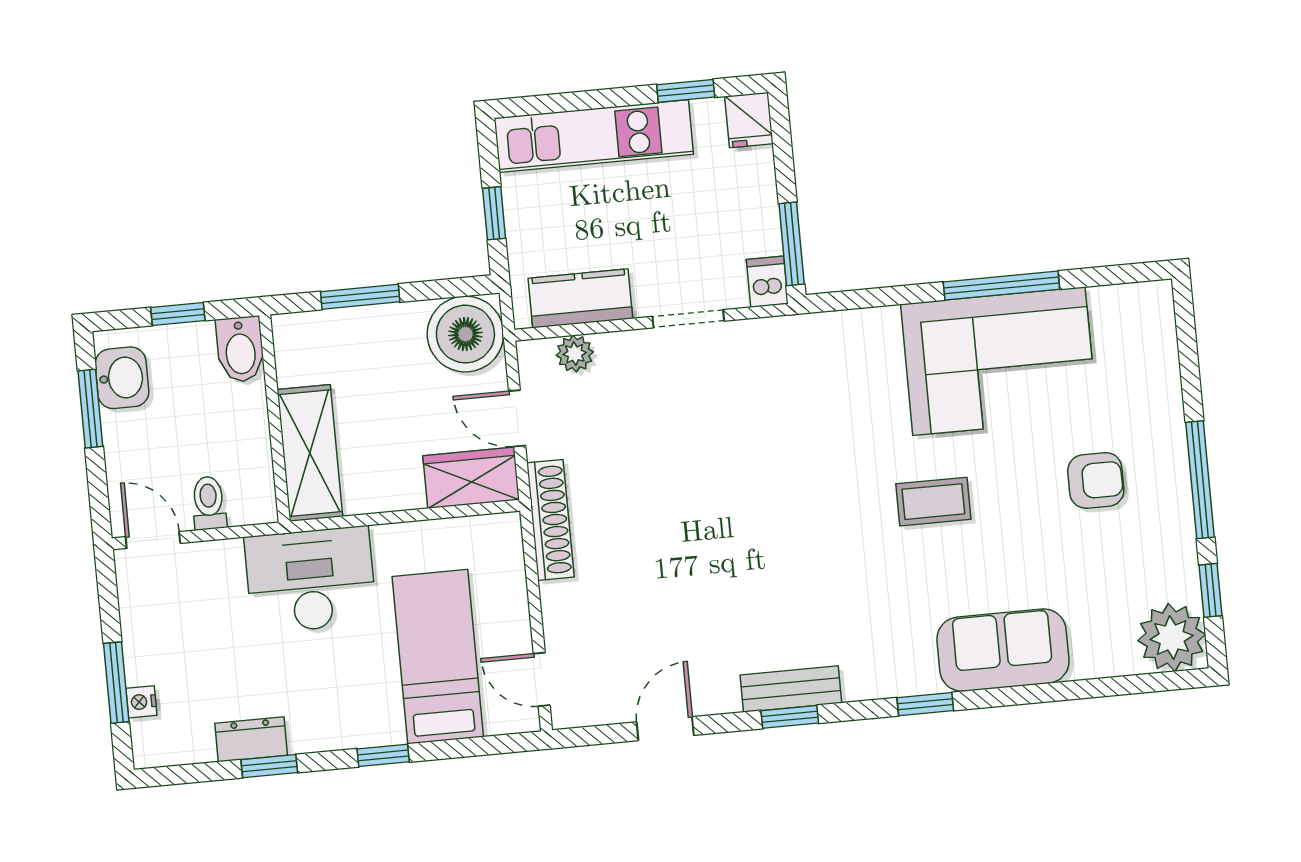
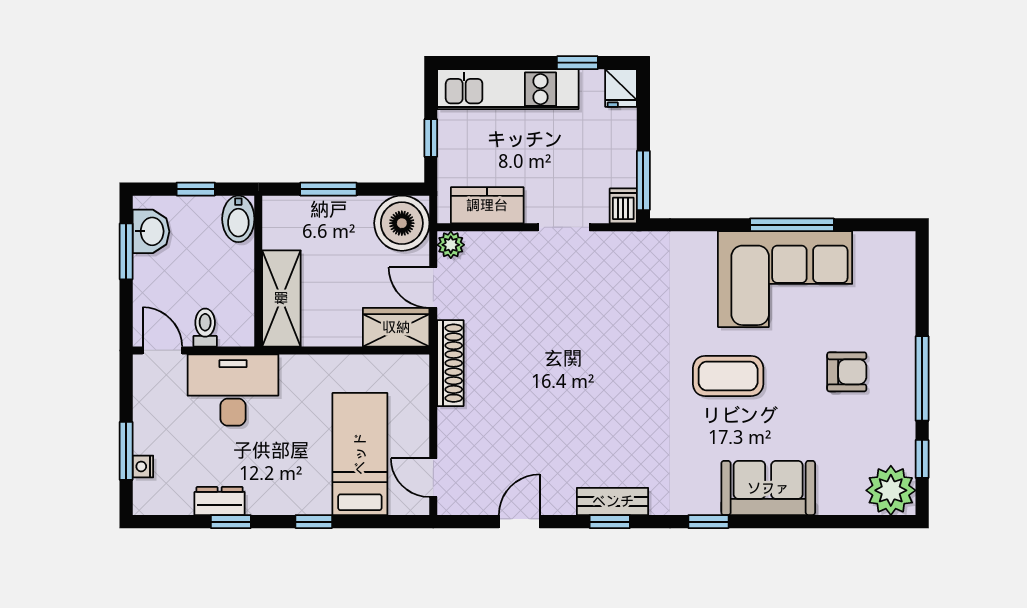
plant: (575, 354) -> (451, 245), moved
coffee table: (933, 502) -> (728, 376), width x1.36, depth x1.30
desk: (311, 580) -> (233, 390), moved

